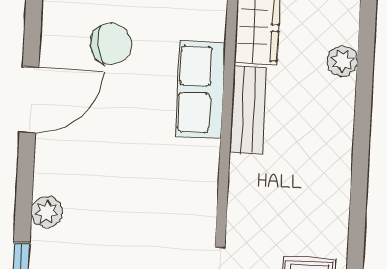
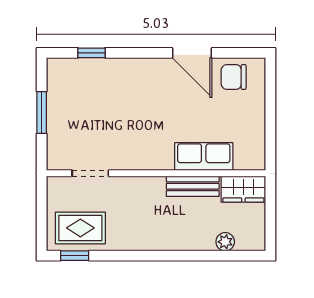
chair: (111, 44) -> (234, 77), moved, turned 98
plant: (47, 212) -> (125, 67), removed

